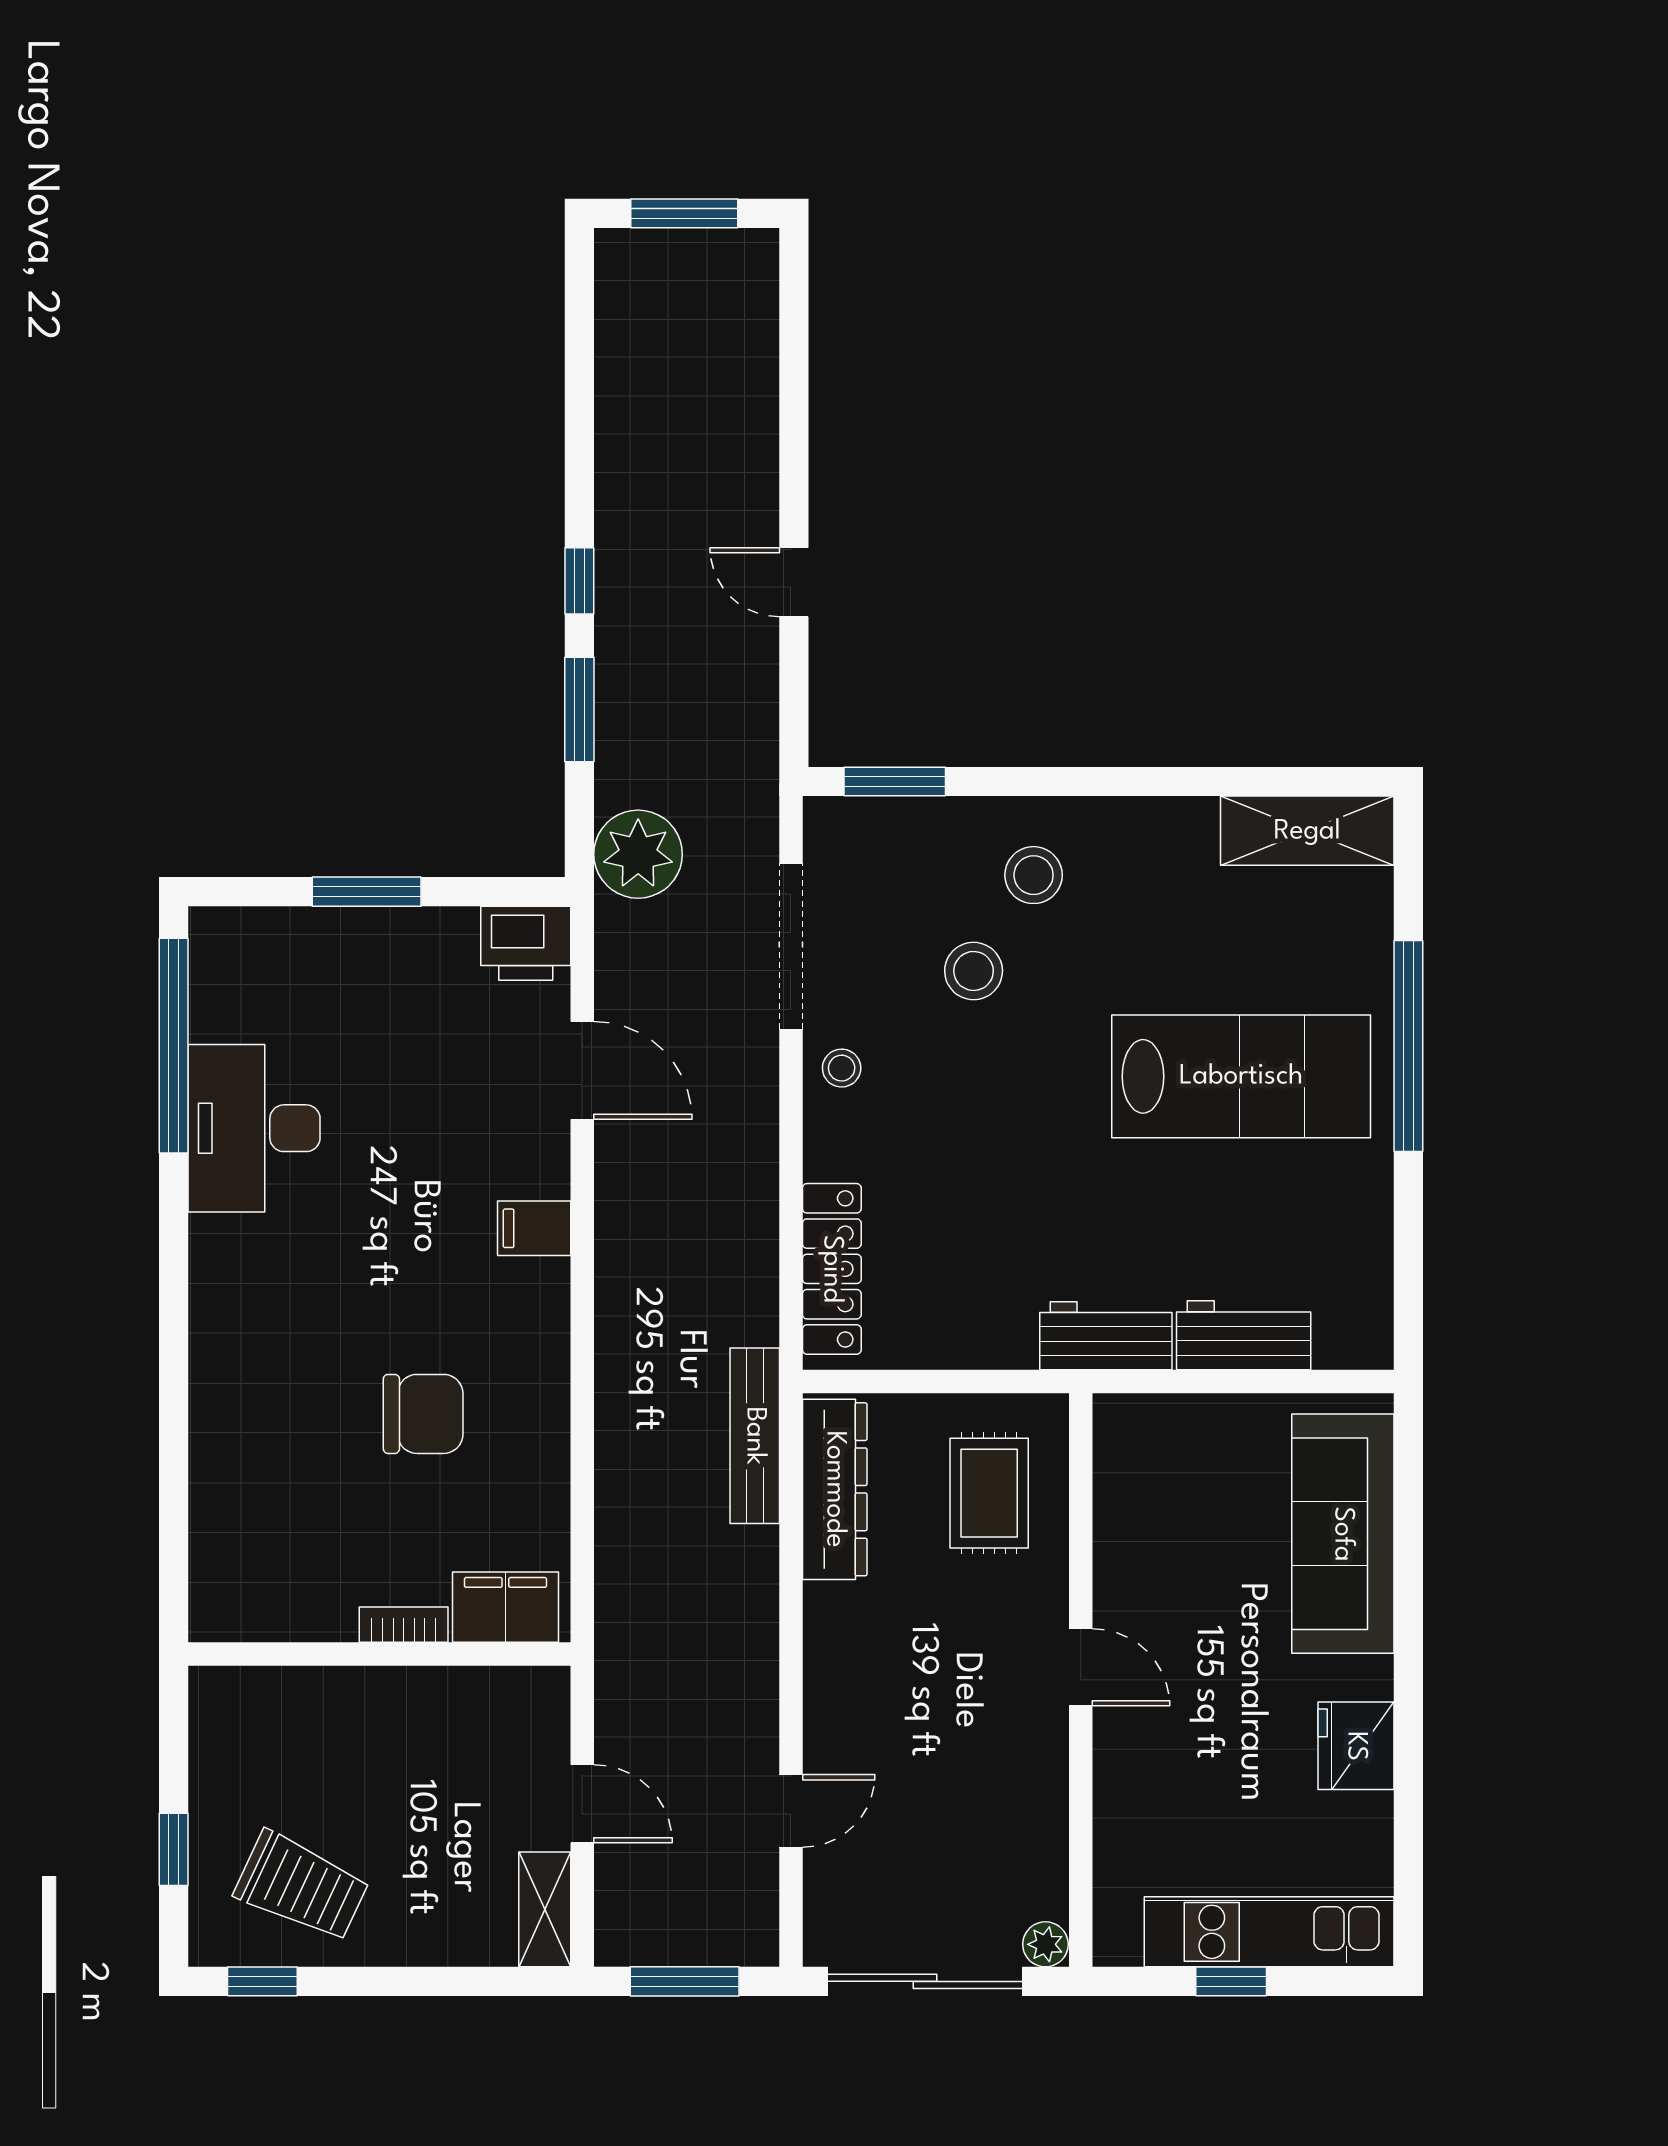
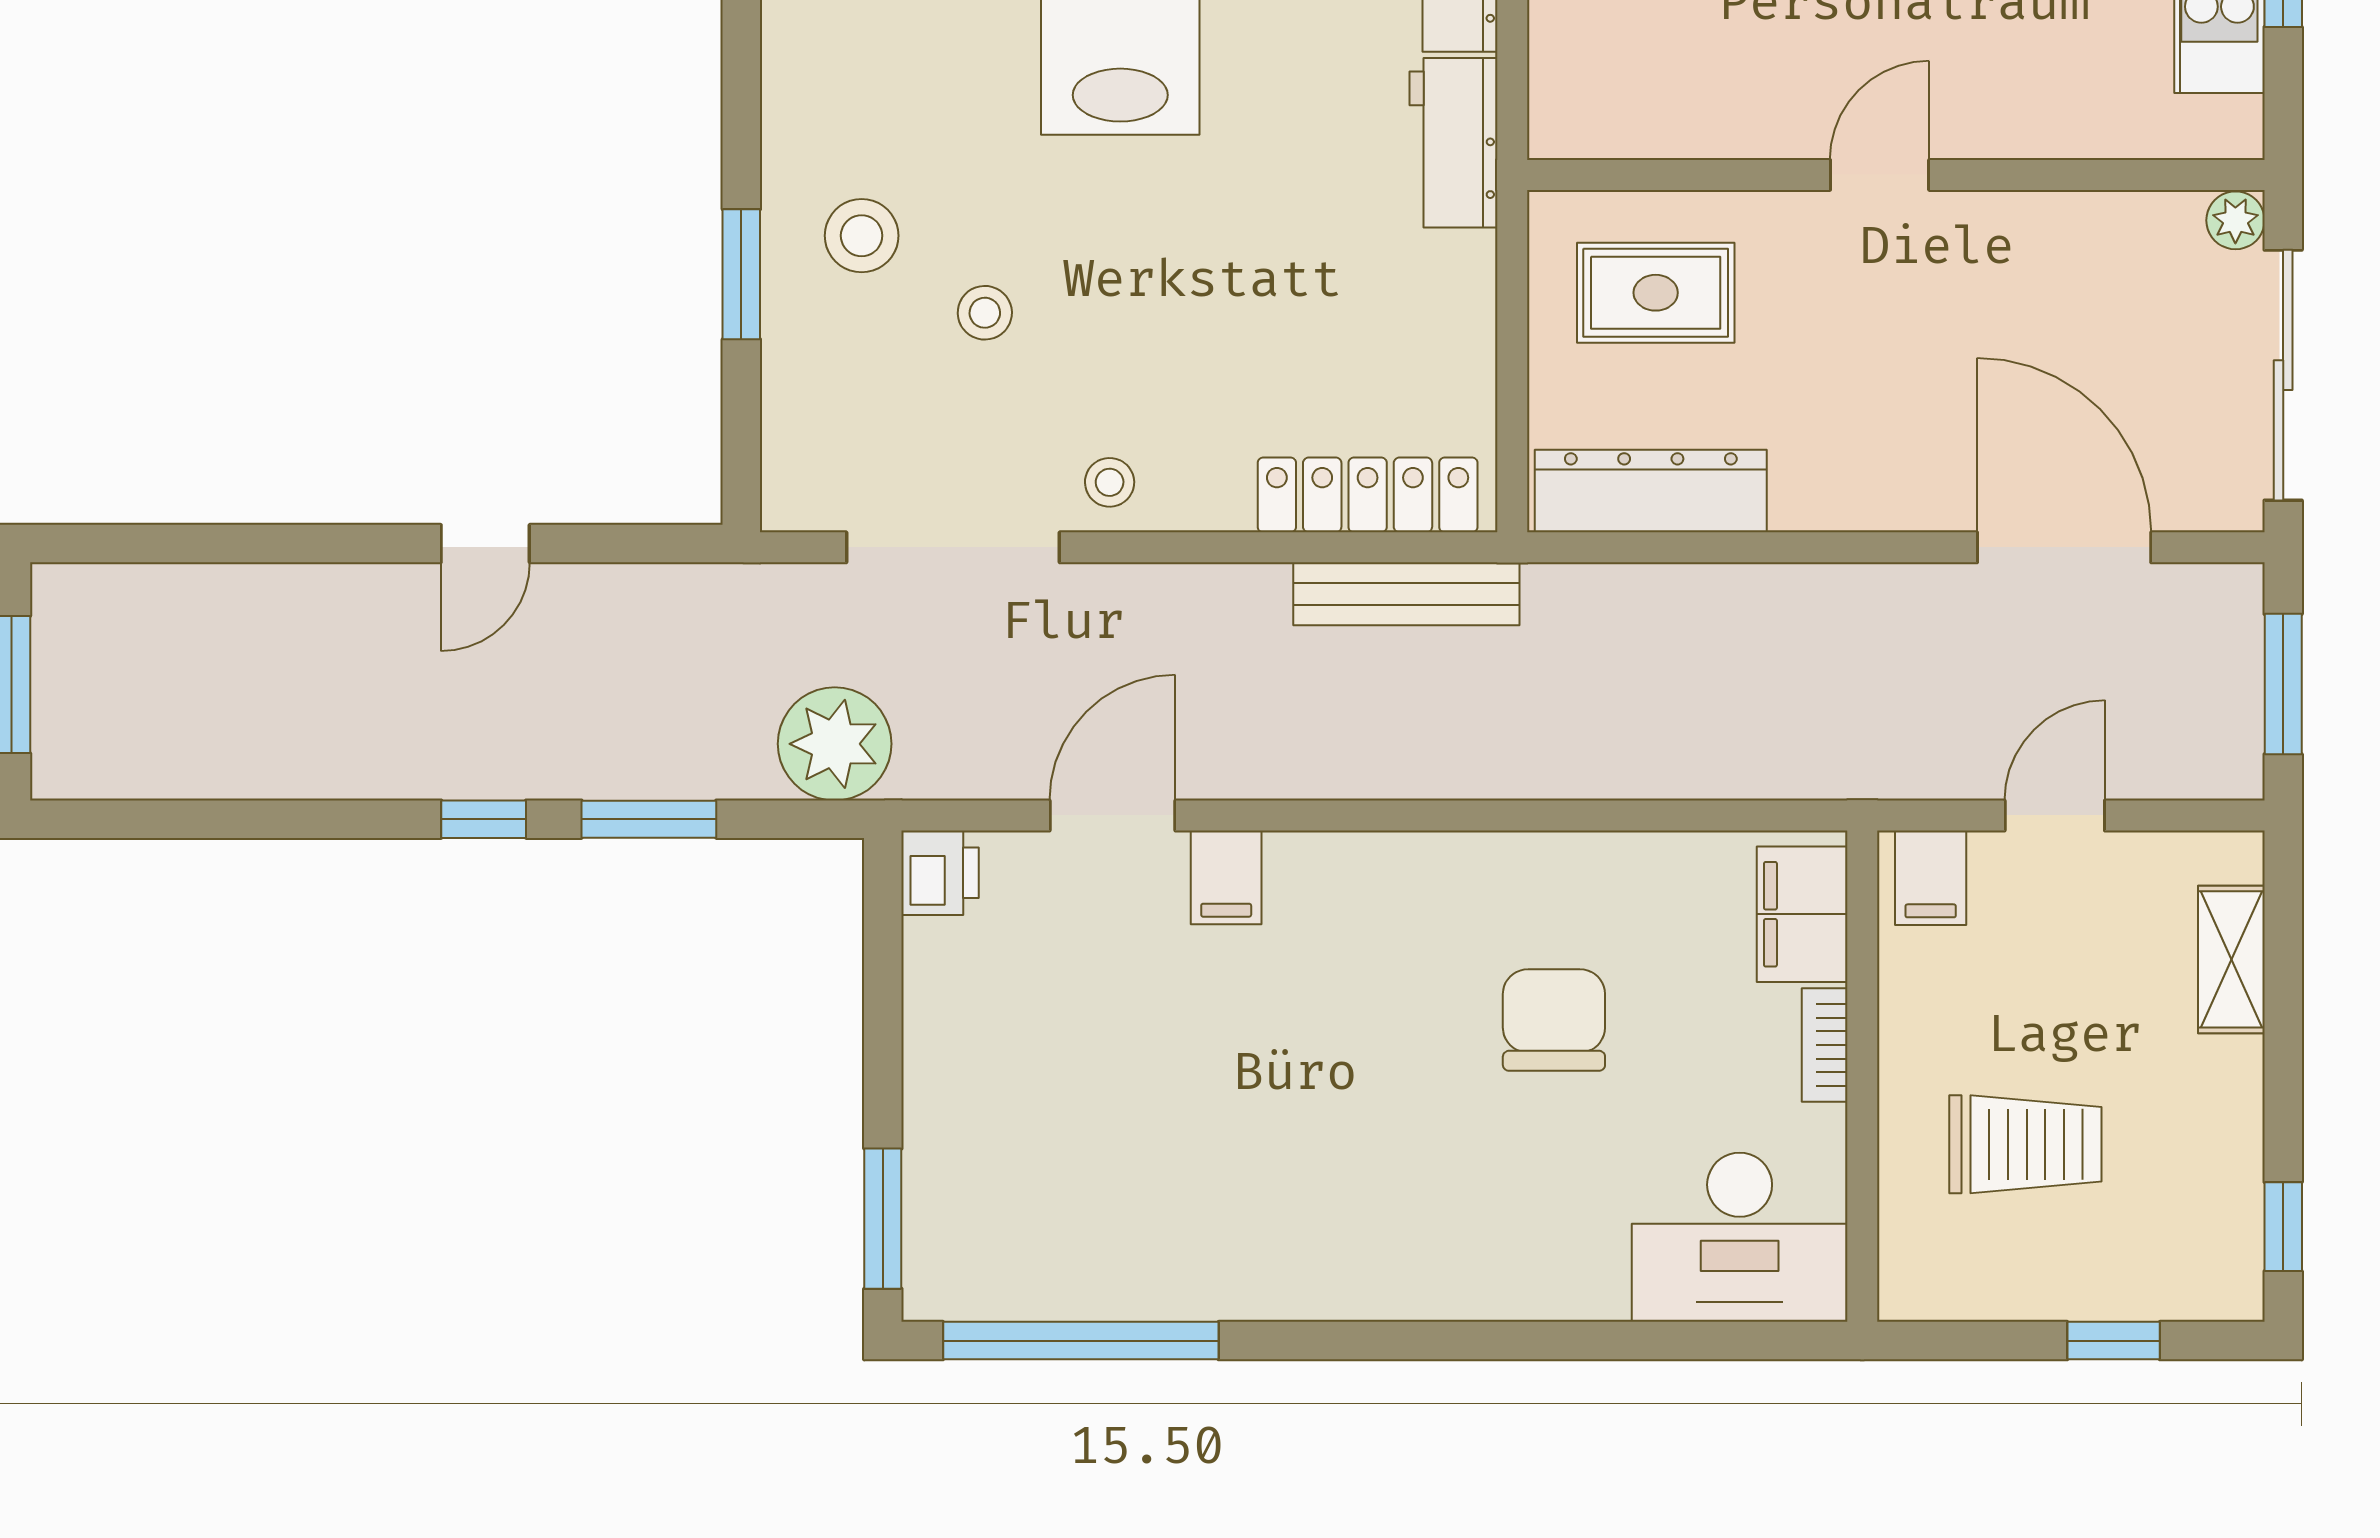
window: (895, 782) -> (741, 274), moved
window: (367, 892) -> (883, 1219), moved
printer: (526, 943) -> (940, 873), width x0.73, depth x0.81
stool: (974, 971) -> (985, 313), width x0.73, depth x0.73
desk: (254, 1128) -> (1740, 1237), moved
filing cabinet: (534, 1228) -> (1226, 877), moved
bench: (755, 1436) -> (1406, 594), moved
filing cabinet: (534, 1707) -> (1931, 878), added
door: (791, 1811) -> (2064, 547), width x1.87
trolley: (302, 1887) -> (2025, 1144), moved, turned 65
shelving: (545, 1909) -> (2231, 959), moved, turned 90

